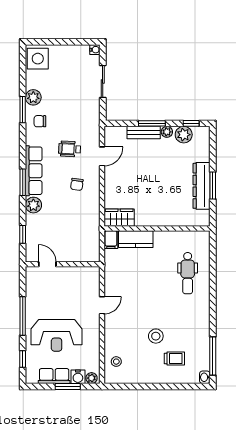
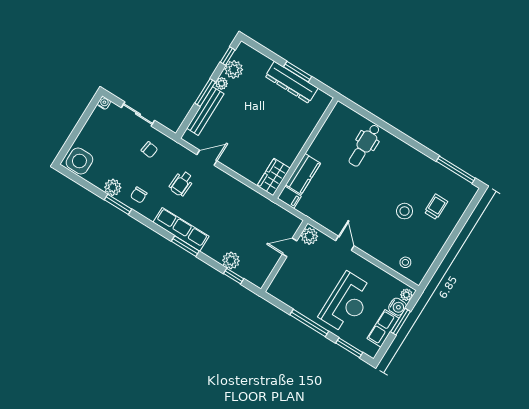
bench: (144, 133) -> (205, 111), width x1.36
door: (102, 156) -> (207, 158), hinge flipped
chair: (77, 184) -> (149, 150), moved
plant: (33, 205) -> (231, 261), moved
door: (47, 264) -> (290, 247), moved
dental chair: (188, 273) -> (364, 145), turned 90
plant: (90, 274) -> (309, 236), added
window: (23, 359) -> (349, 348), width x1.50
washbasin: (205, 377) -> (471, 189), removed

